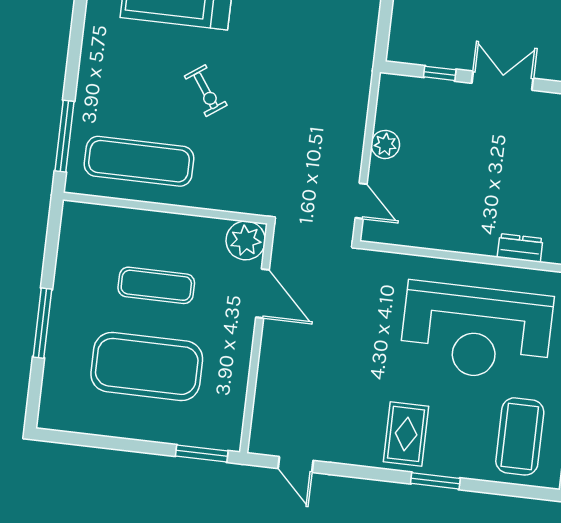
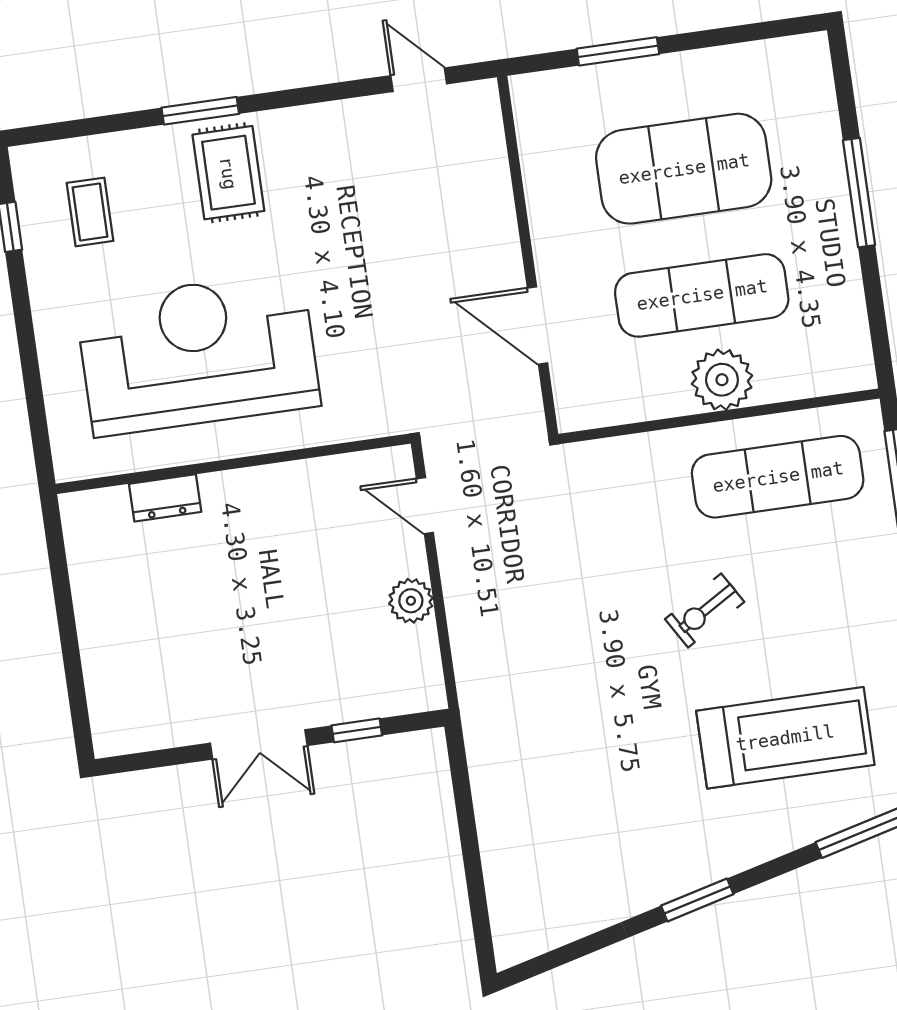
exercise bike: (206, 91) -> (705, 610), turned -86
plant: (246, 240) -> (722, 380), moved
exercise mat: (156, 285) -> (702, 295), width x1.36, depth x1.45
rug: (406, 434) -> (228, 173), moved
coffee table: (520, 436) -> (90, 212), width x0.54, depth x0.58
window: (202, 453) -> (618, 51), moved

